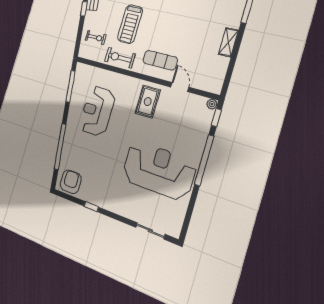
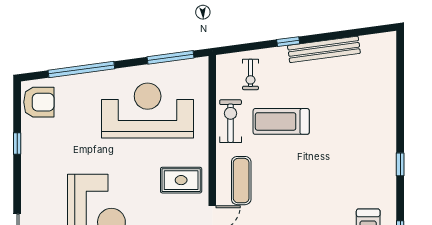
reception desk: (97, 111) -> (148, 111), width x1.36, depth x1.30

